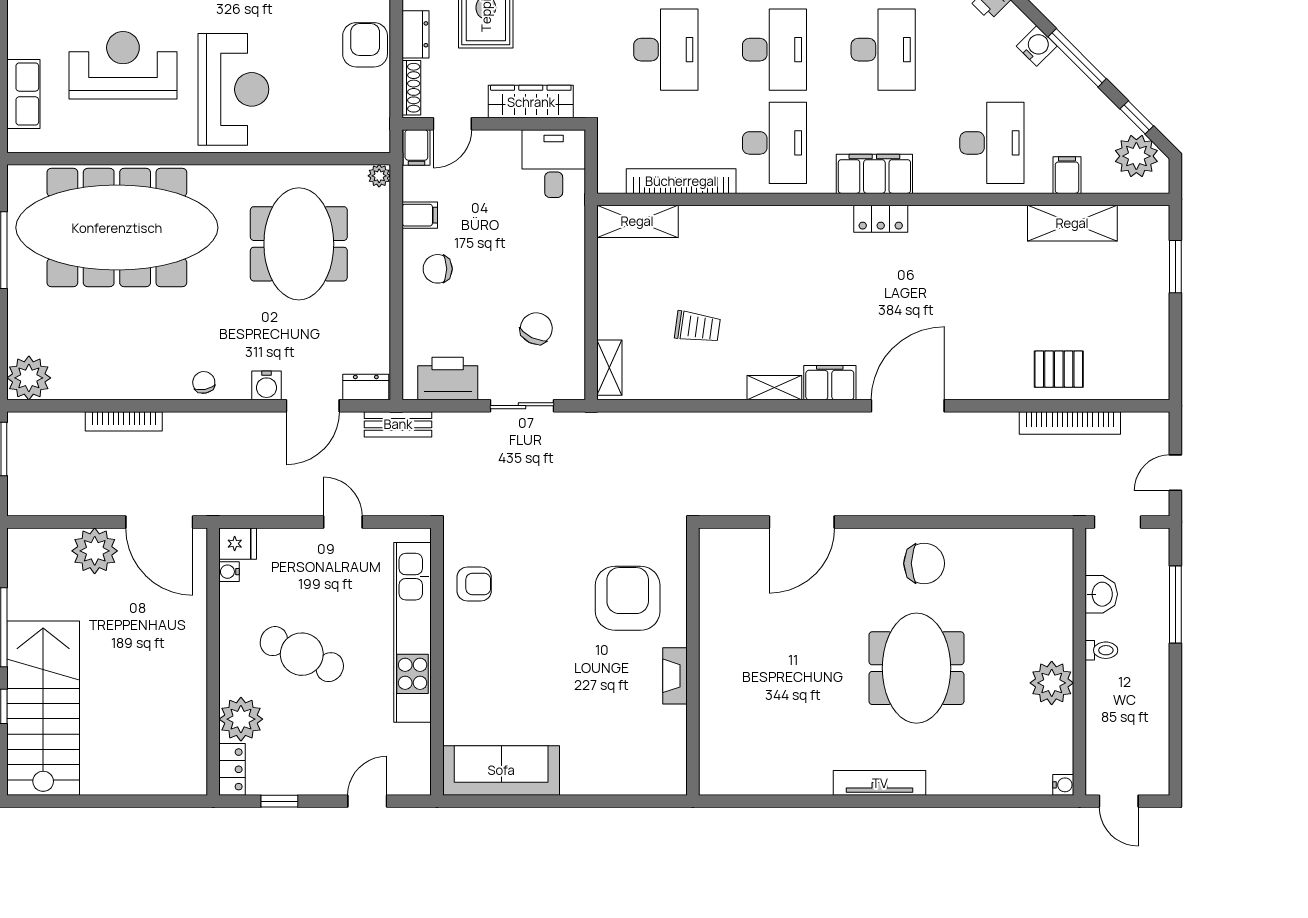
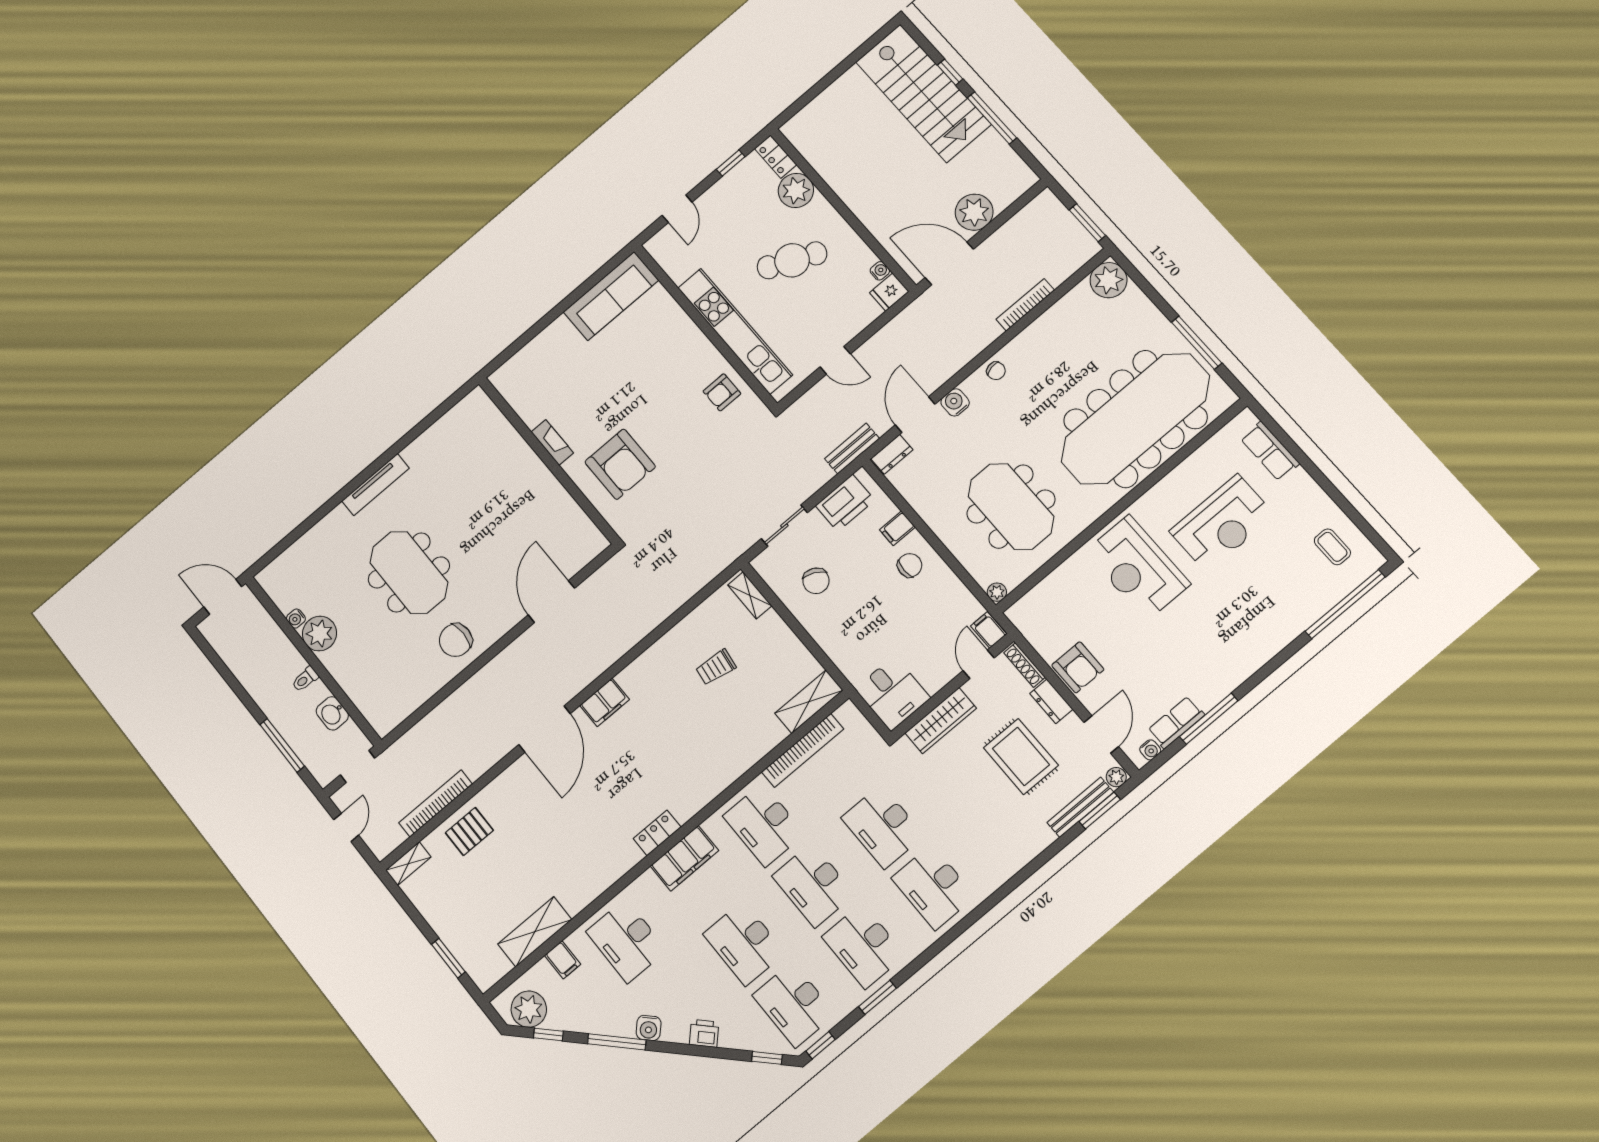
filing cabinet: (420, 215) -> (897, 528), moved
shelving: (774, 388) -> (408, 864), moved
water cooler: (1063, 785) -> (296, 619), moved
door: (1119, 801) -> (223, 597), width x1.38

